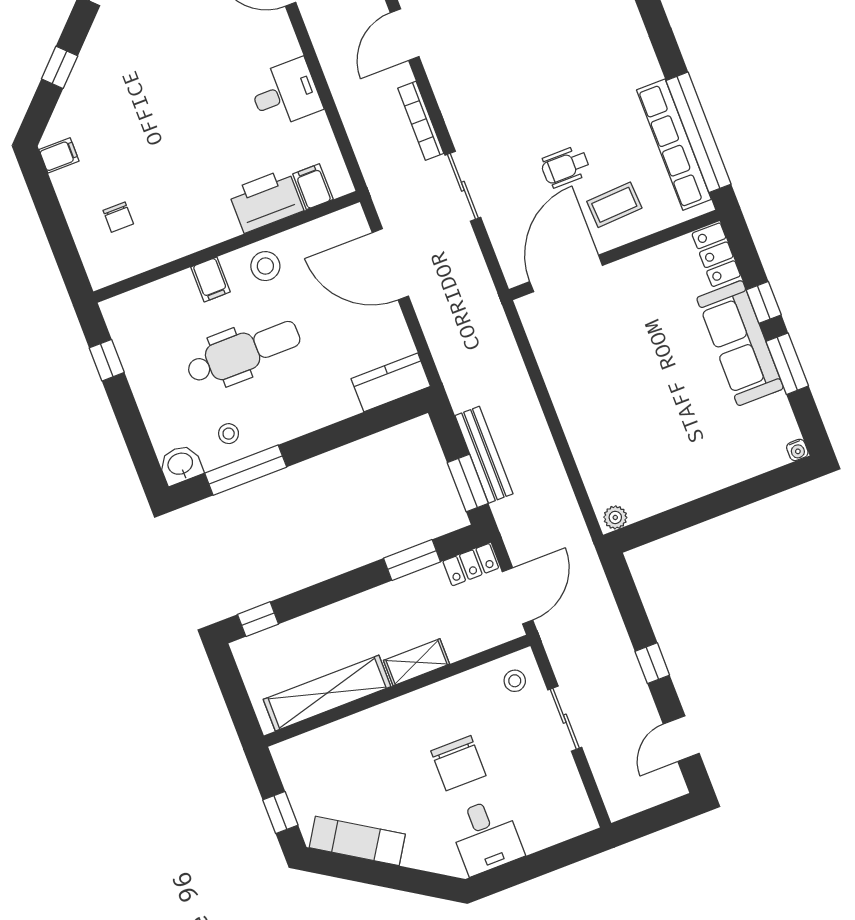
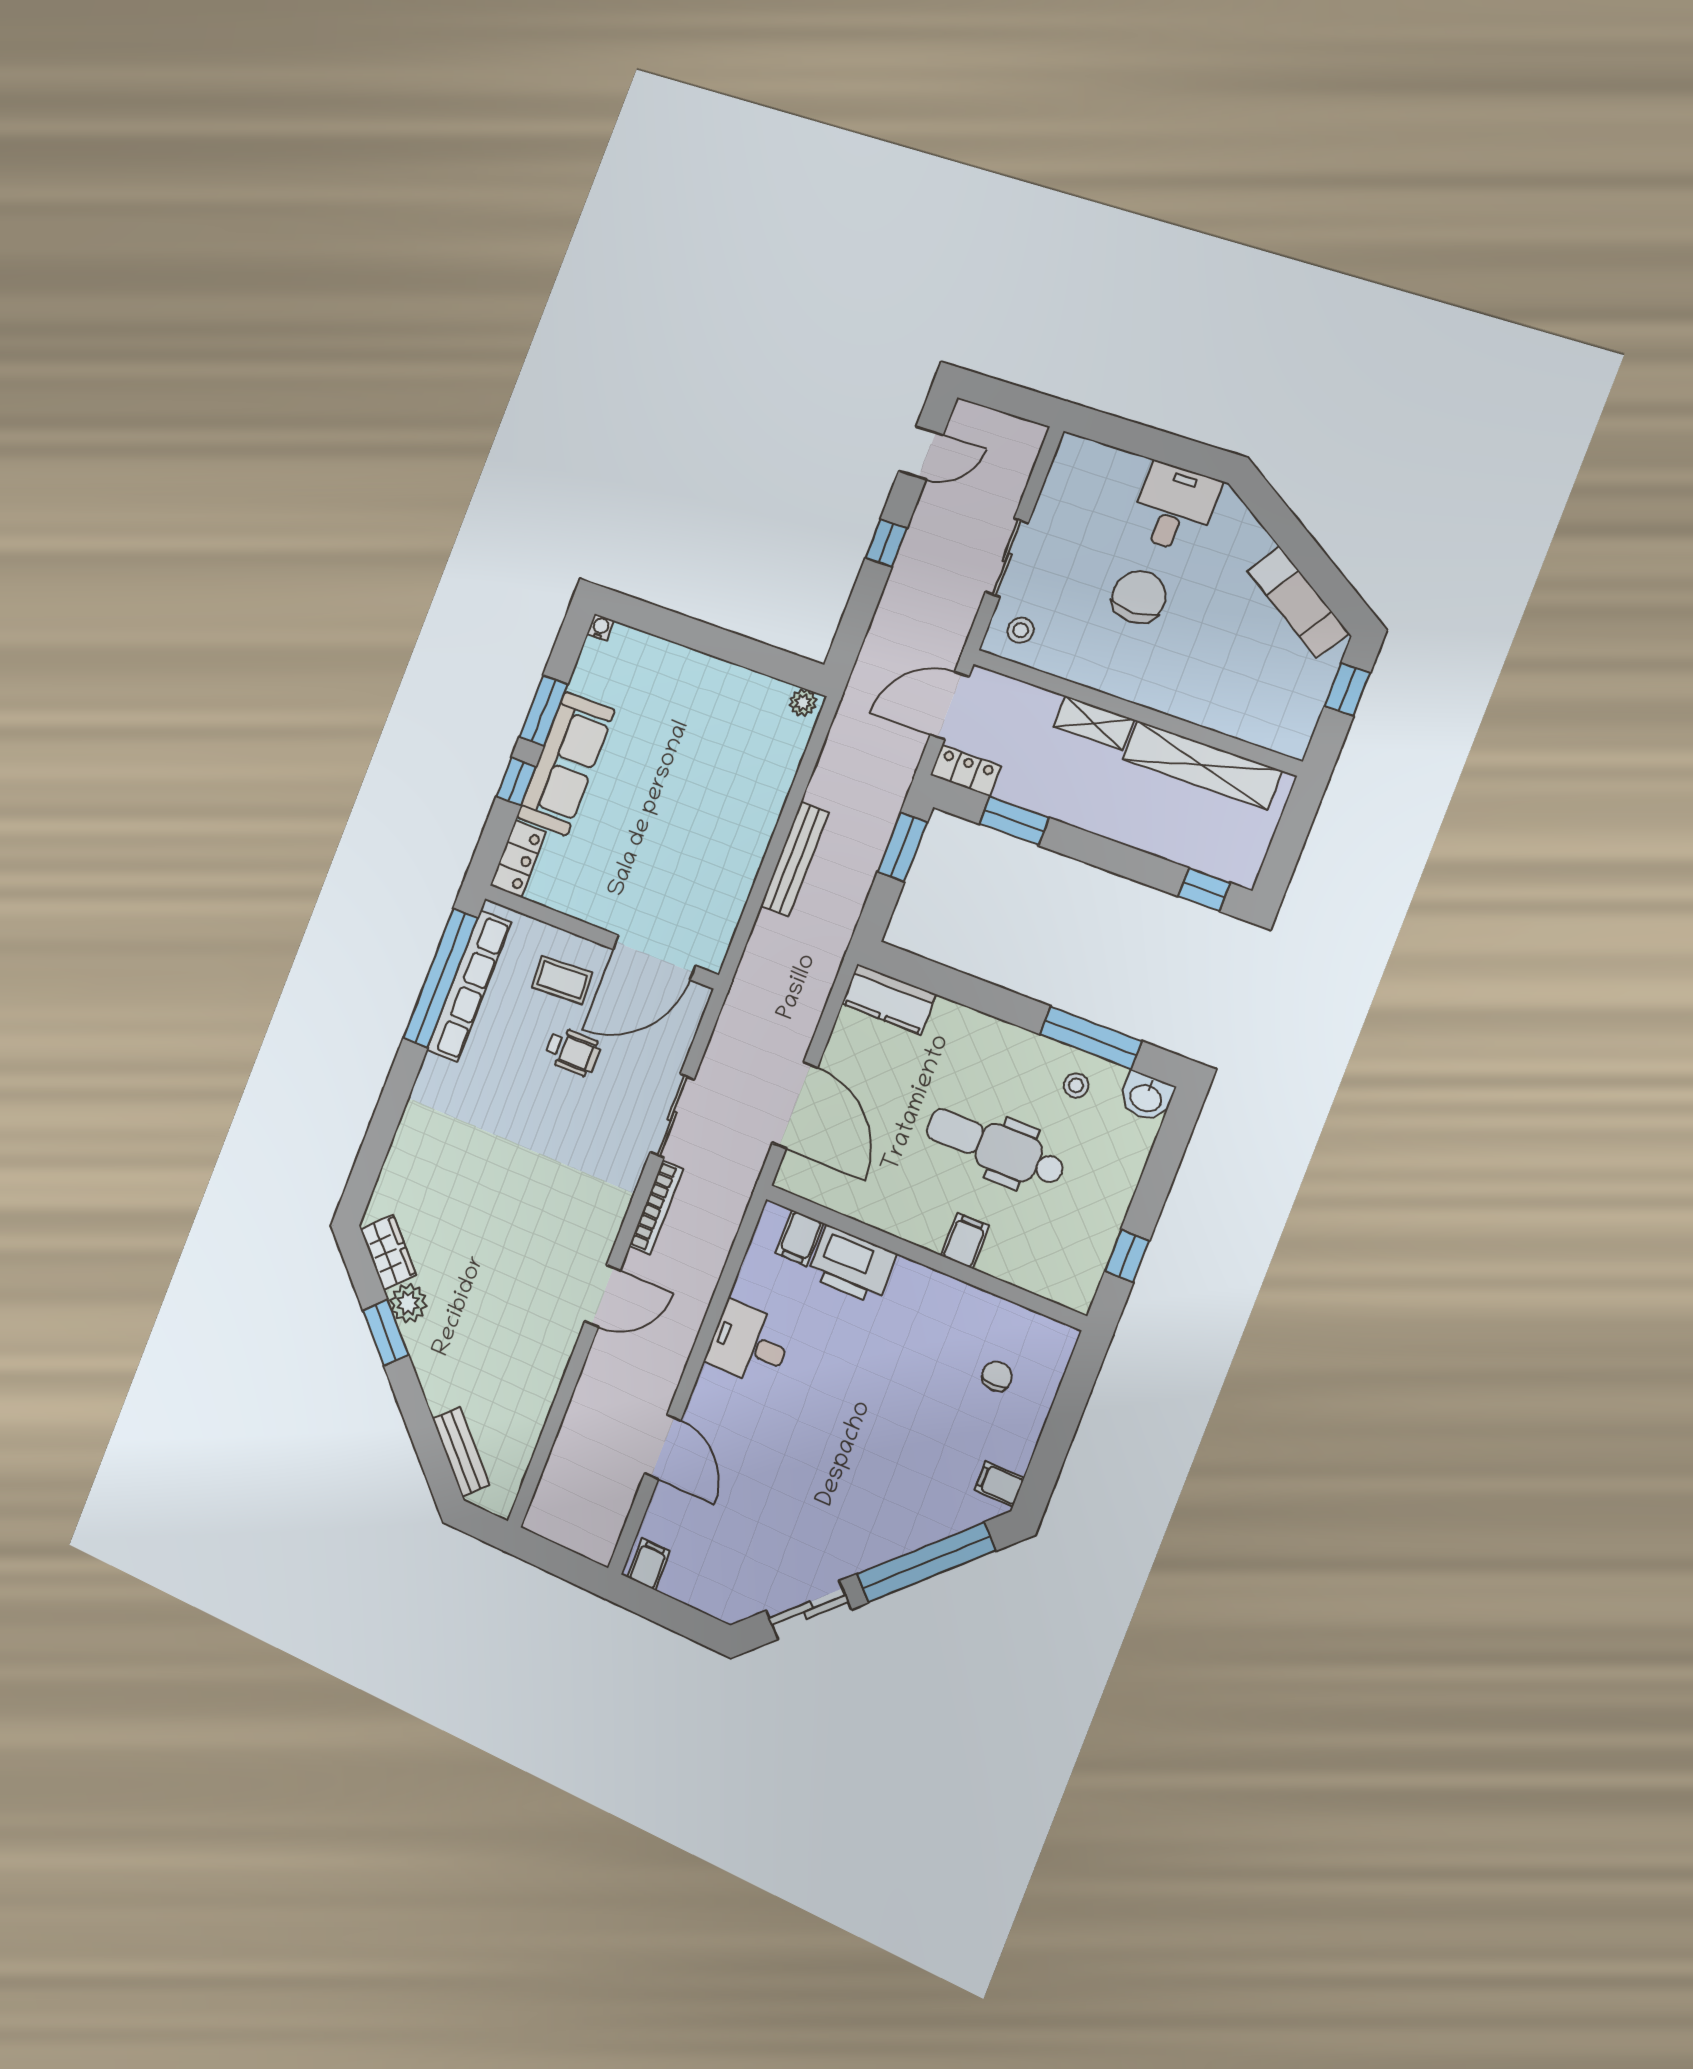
window: (60, 67) -> (926, 1562), width x3.17
stool: (265, 266) -> (905, 1207), removed
bench: (484, 455) -> (795, 859), moved

